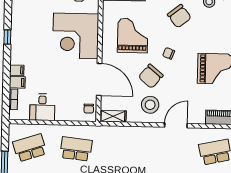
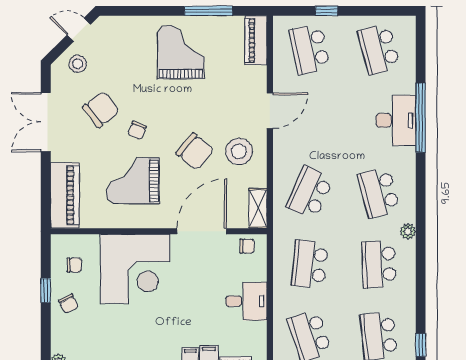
chair: (169, 53) -> (137, 130), moved
desk: (42, 107) -> (246, 301), moved
door: (176, 125) -> (270, 111), swing flipped
school desk: (122, 150) -> (310, 193), added

